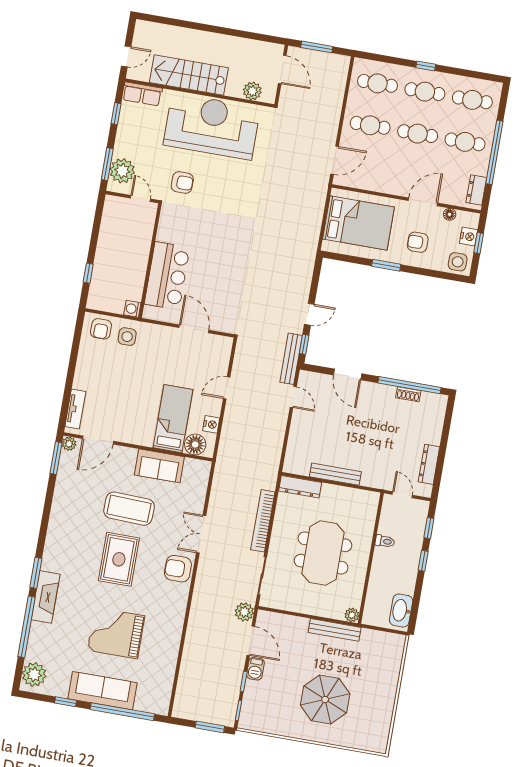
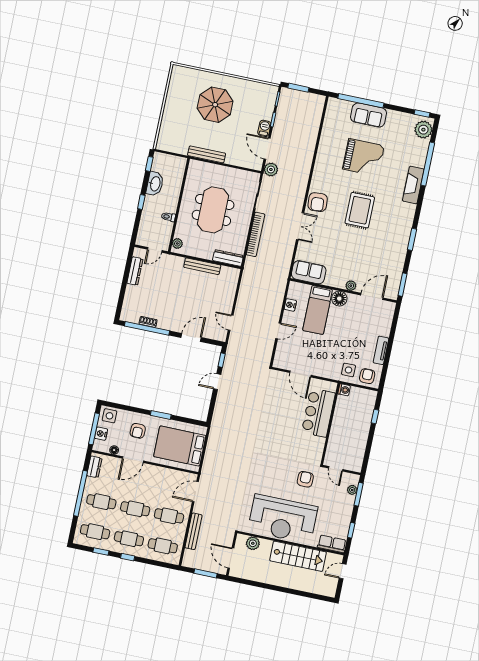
window: (463, 73) -> (101, 551), added
plant: (122, 171) -> (352, 490), width x0.53, depth x0.53
armchair: (182, 183) -> (305, 479), turned 90
armchair: (418, 242) -> (138, 431), turned 92
window: (479, 243) -> (94, 429), width x2.17
bench: (291, 359) -> (193, 531), moved
door: (348, 374) -> (191, 338), hinge flipped
tv unit: (75, 409) -> (381, 350), moved
plant: (69, 444) -> (351, 286), moved
floor lamp: (195, 444) -> (339, 299), moved
sofa: (159, 466) -> (309, 272), moved
door: (402, 495) -> (155, 250), hinge flipped
coffee table: (129, 509) -> (351, 246), removed
window: (429, 528) -> (149, 164), moved
armchair: (178, 569) -> (318, 202), turned 86
window: (36, 573) -> (412, 239), moved
washbasin: (401, 610) -> (155, 184), moved
plant: (352, 615) -> (177, 243), moved
sofa: (103, 691) -> (369, 115), width x0.73
window: (66, 702) -> (422, 114), moved

